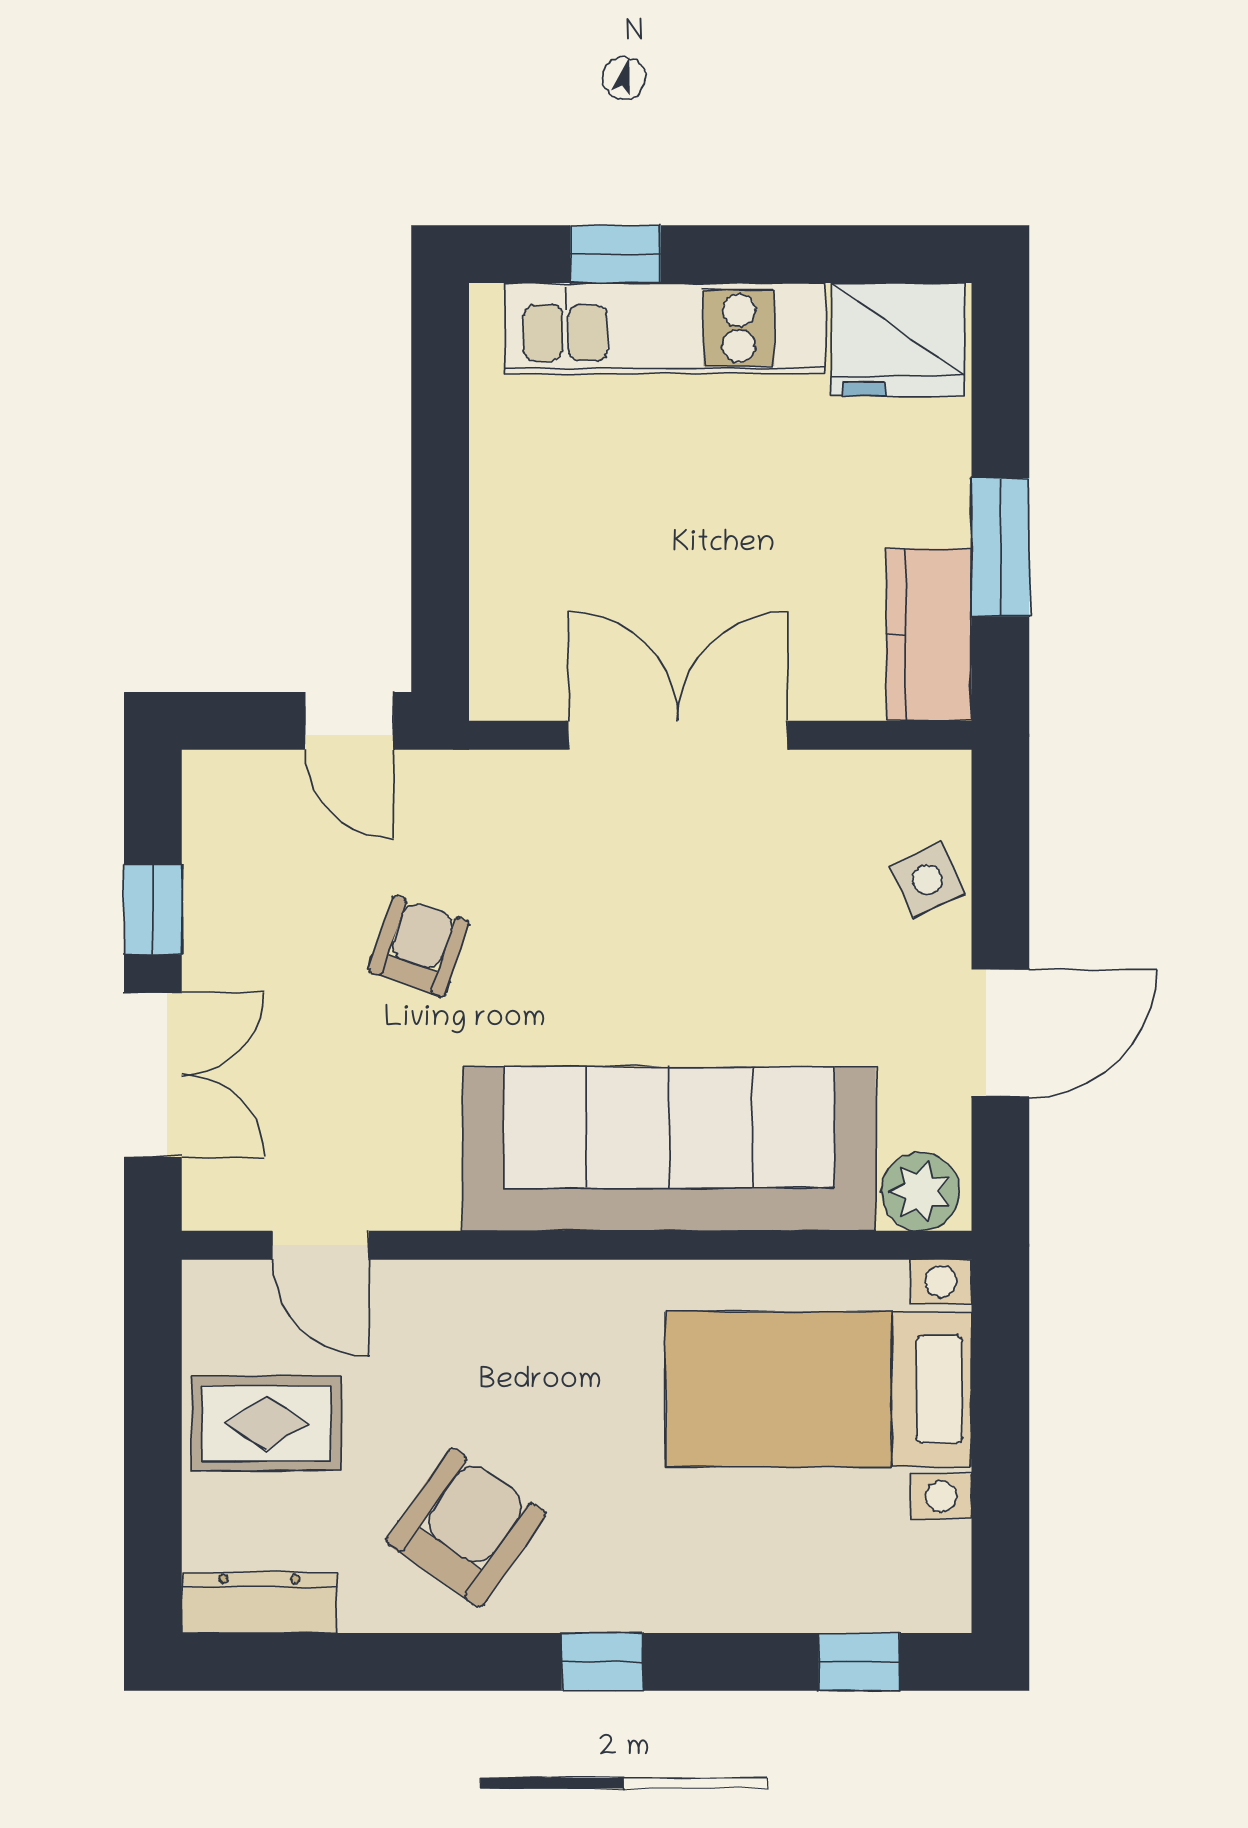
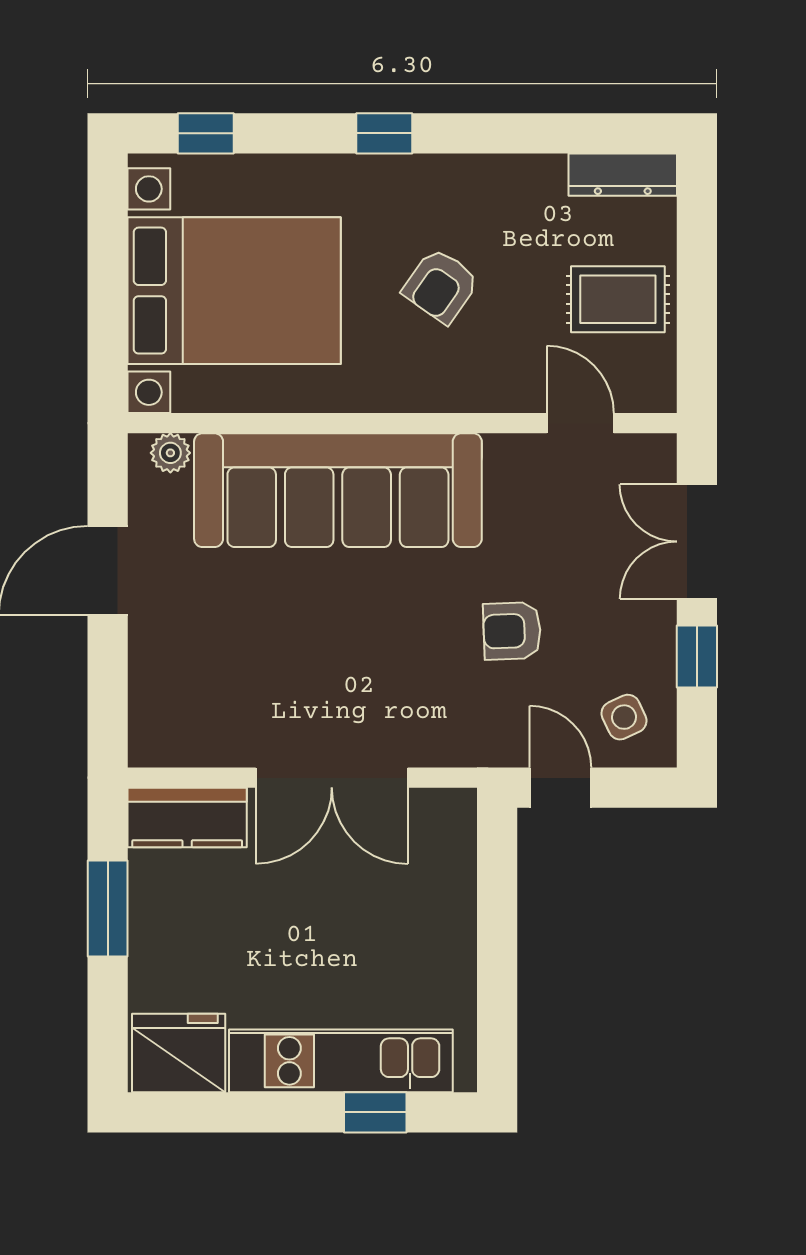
kitchen counter: (929, 634) -> (187, 817), moved, turned 90
side table: (928, 880) -> (624, 717), moved
armchair: (419, 946) -> (512, 631), turned 69
plant: (921, 1192) -> (170, 453), width x0.73, depth x0.73
bed with nightstands: (818, 1389) -> (234, 291), width x1.36
armchair: (466, 1528) -> (441, 286), moved, width x0.72, depth x0.72

